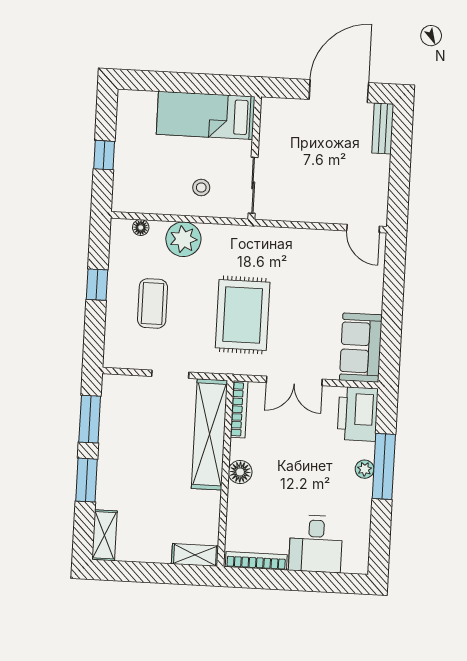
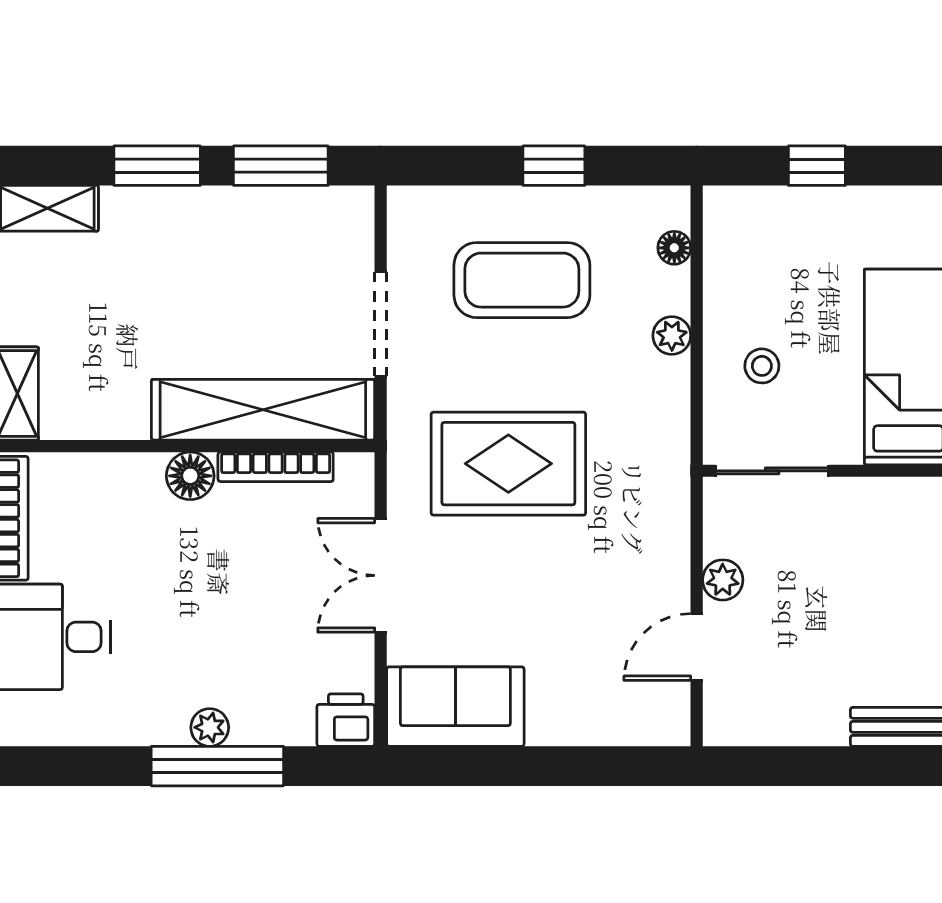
plant: (306, 213) -> (723, 580), added
door: (363, 229) -> (697, 647), moved
plant: (183, 239) -> (672, 336), width x0.53, depth x0.53
coffee table: (153, 303) -> (522, 280), width x1.36, depth x1.32
doorway: (170, 374) -> (381, 324), width x1.38
bookcase: (239, 409) -> (276, 467), moved
printer: (358, 414) -> (346, 720), width x0.53, depth x0.68

